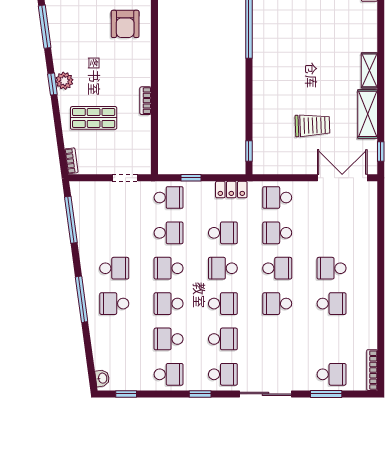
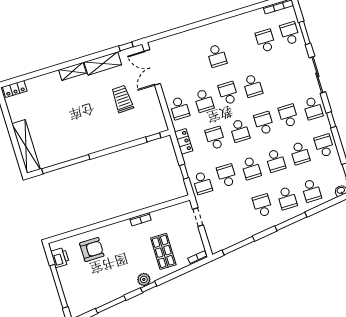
school desk: (169, 197) -> (202, 183), turned 180
school desk: (332, 304) -> (266, 41), moved
school desk: (114, 339) -> (311, 191), added
school desk: (223, 374) -> (313, 108), turned 180

